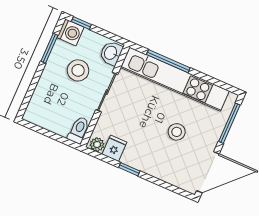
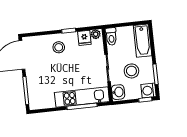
kitchen unit: (175, 79) -> (82, 97), width x0.73
bathtub: (41, 101) -> (143, 41), added
stool: (177, 132) -> (59, 47), moved

